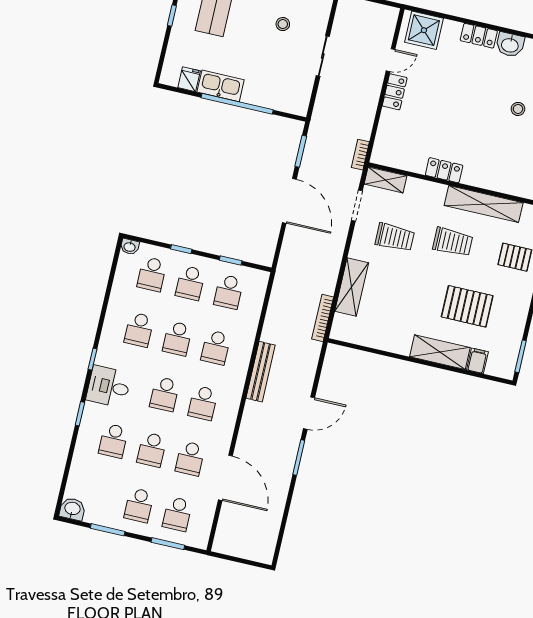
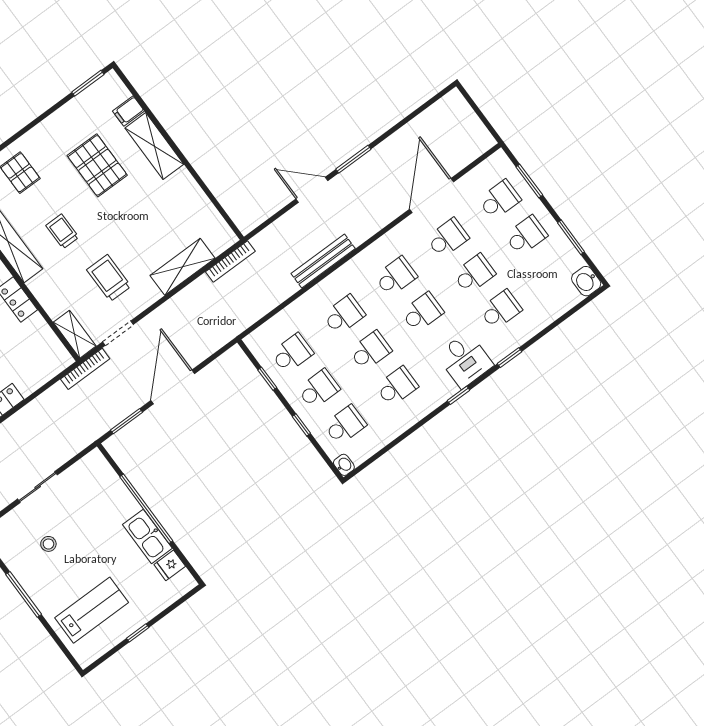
bookcase: (360, 155) -> (85, 369), width x1.56
trolley: (453, 242) -> (62, 231), width x0.73, depth x0.72

